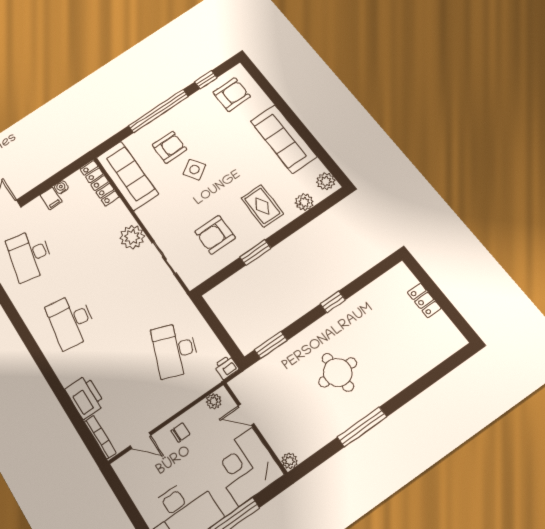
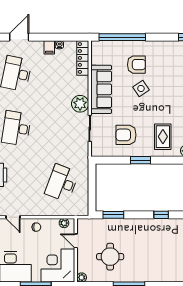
window: (158, 111) -> (122, 37), moved
sofa: (127, 176) -> (101, 89), moved
printer: (227, 367) -> (82, 210), removed
round table: (338, 372) -> (110, 257), moved

